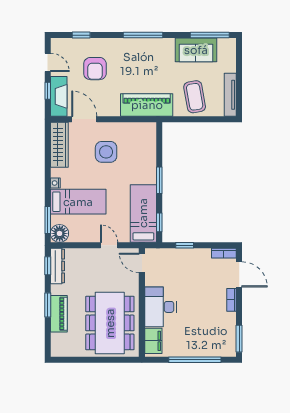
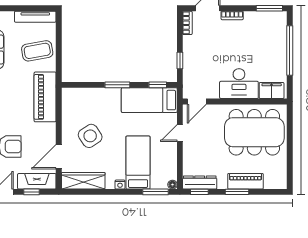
side table: (106, 152) -> (90, 136), turned -33
floor lamp: (60, 233) -> (172, 185), width x0.53, depth x0.53

